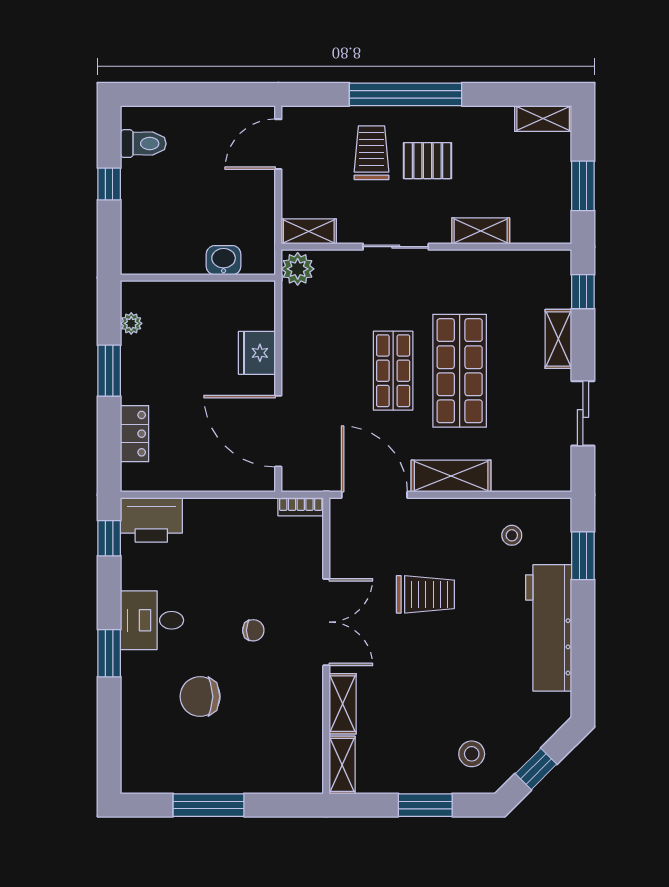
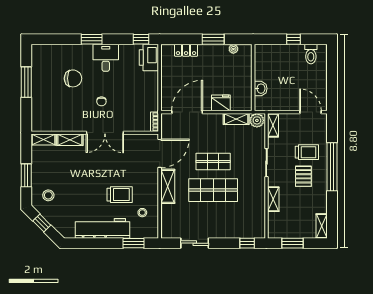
shelving: (558, 339) -> (236, 119), moved
trolley: (425, 594) -> (120, 195), moved, turned -90
chair: (200, 697) -> (73, 78), turned 90

